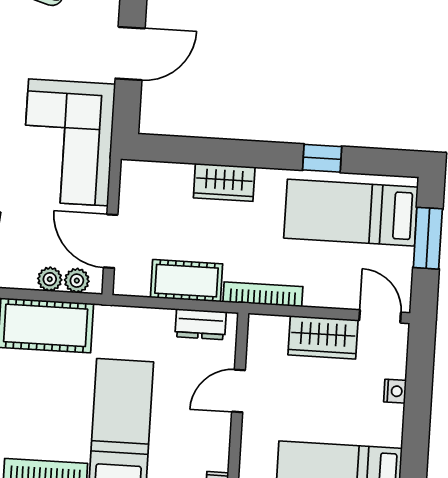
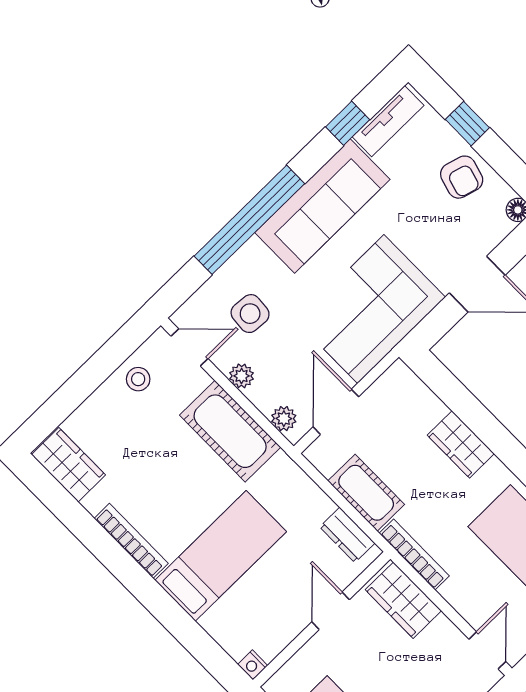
plant: (50, 279) -> (242, 376), moved
wardrobe: (323, 337) -> (403, 600), moved
door: (238, 391) -> (331, 611), hinge flipped

